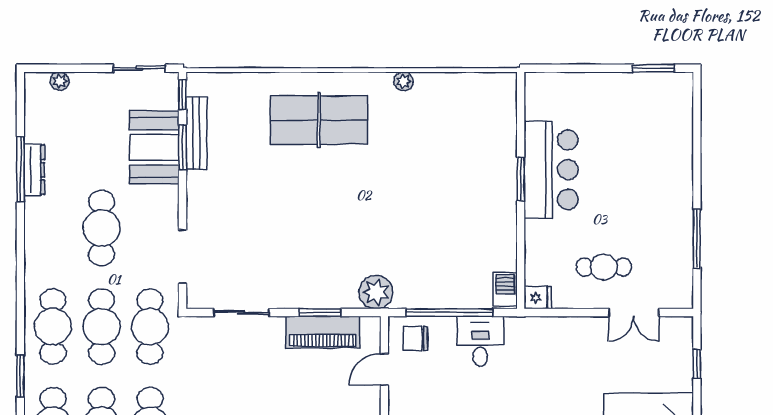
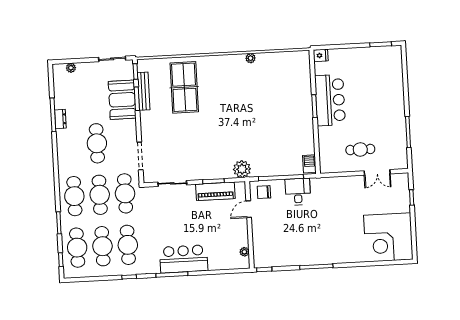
table tennis table: (319, 120) -> (184, 87), moved, turned 90
dresser: (34, 170) -> (60, 119), width x0.70
fridge: (538, 298) -> (321, 55), moved

